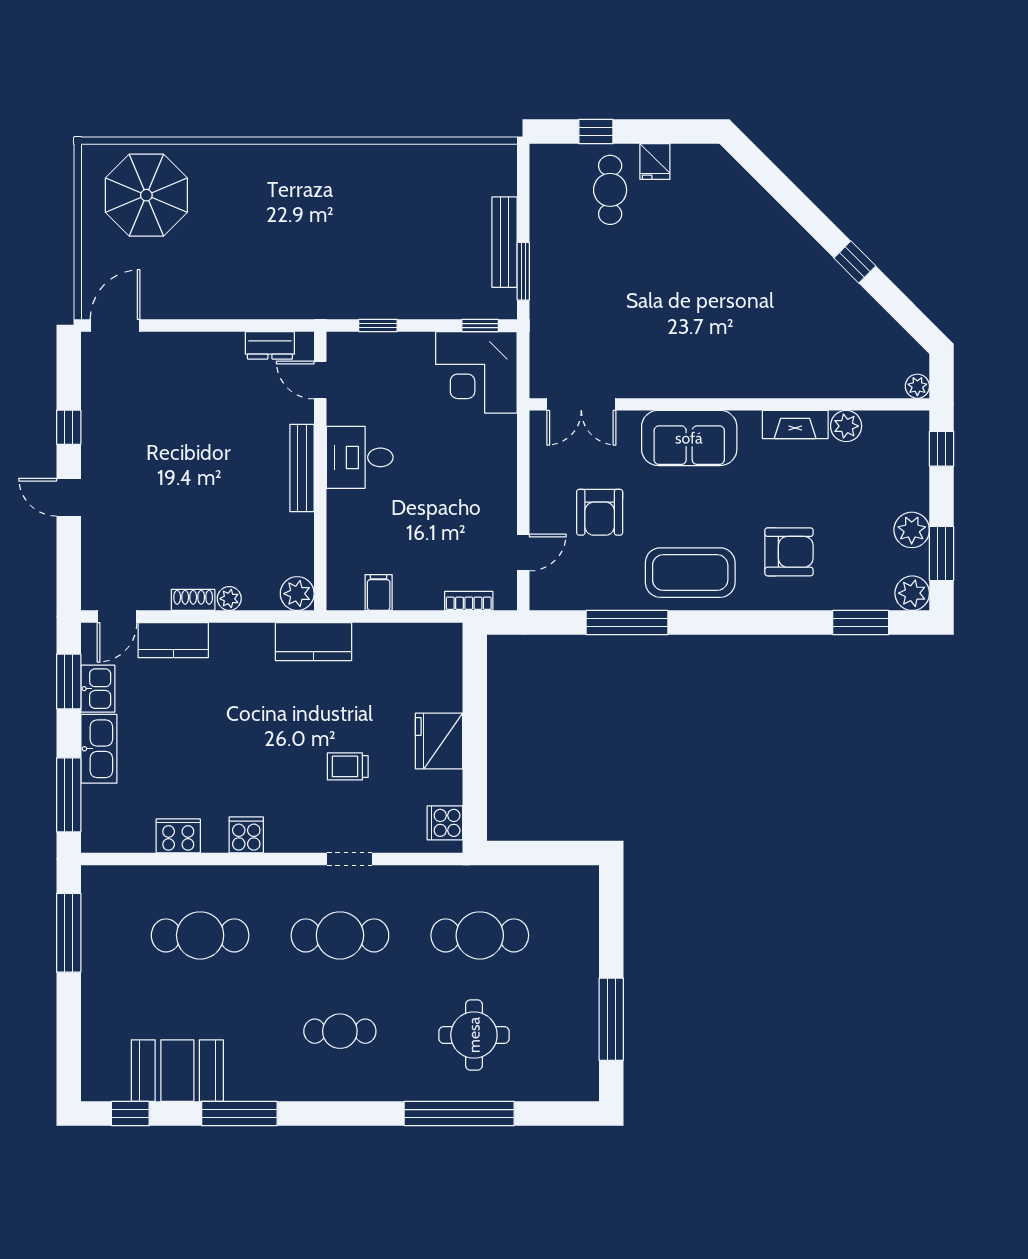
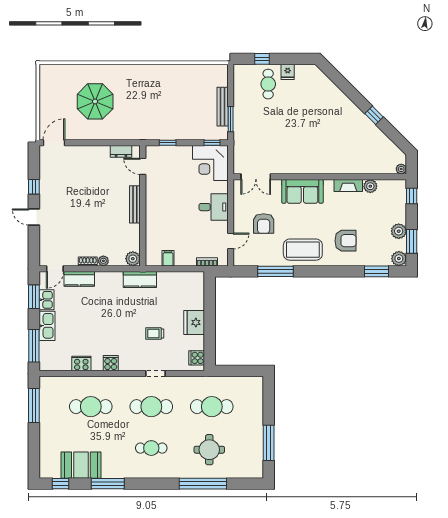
parasol: (146, 195) -> (95, 101), moved
desk: (360, 457) -> (214, 207), moved, turned 180

